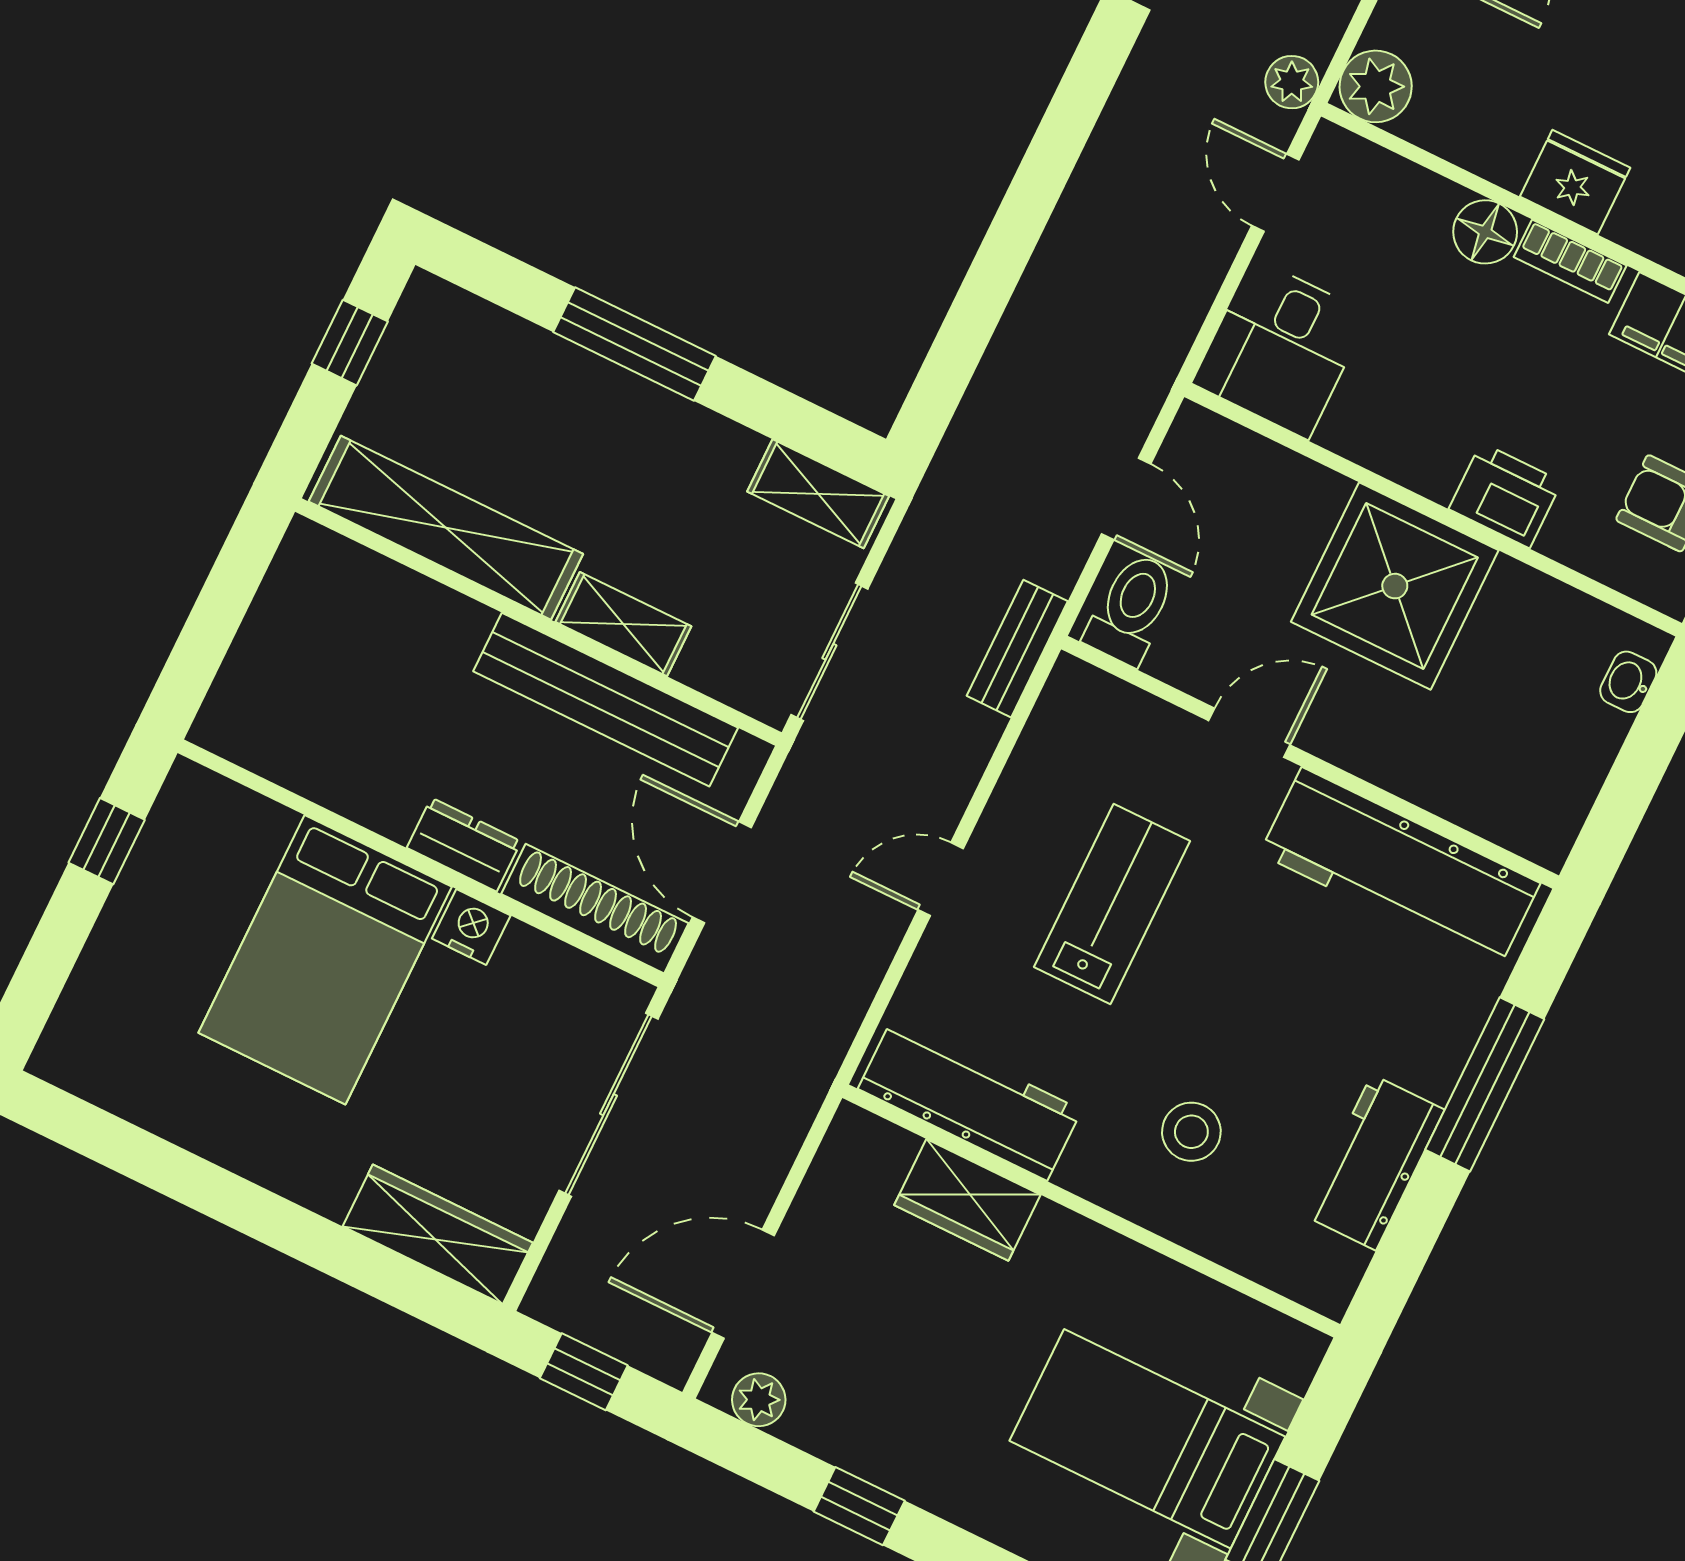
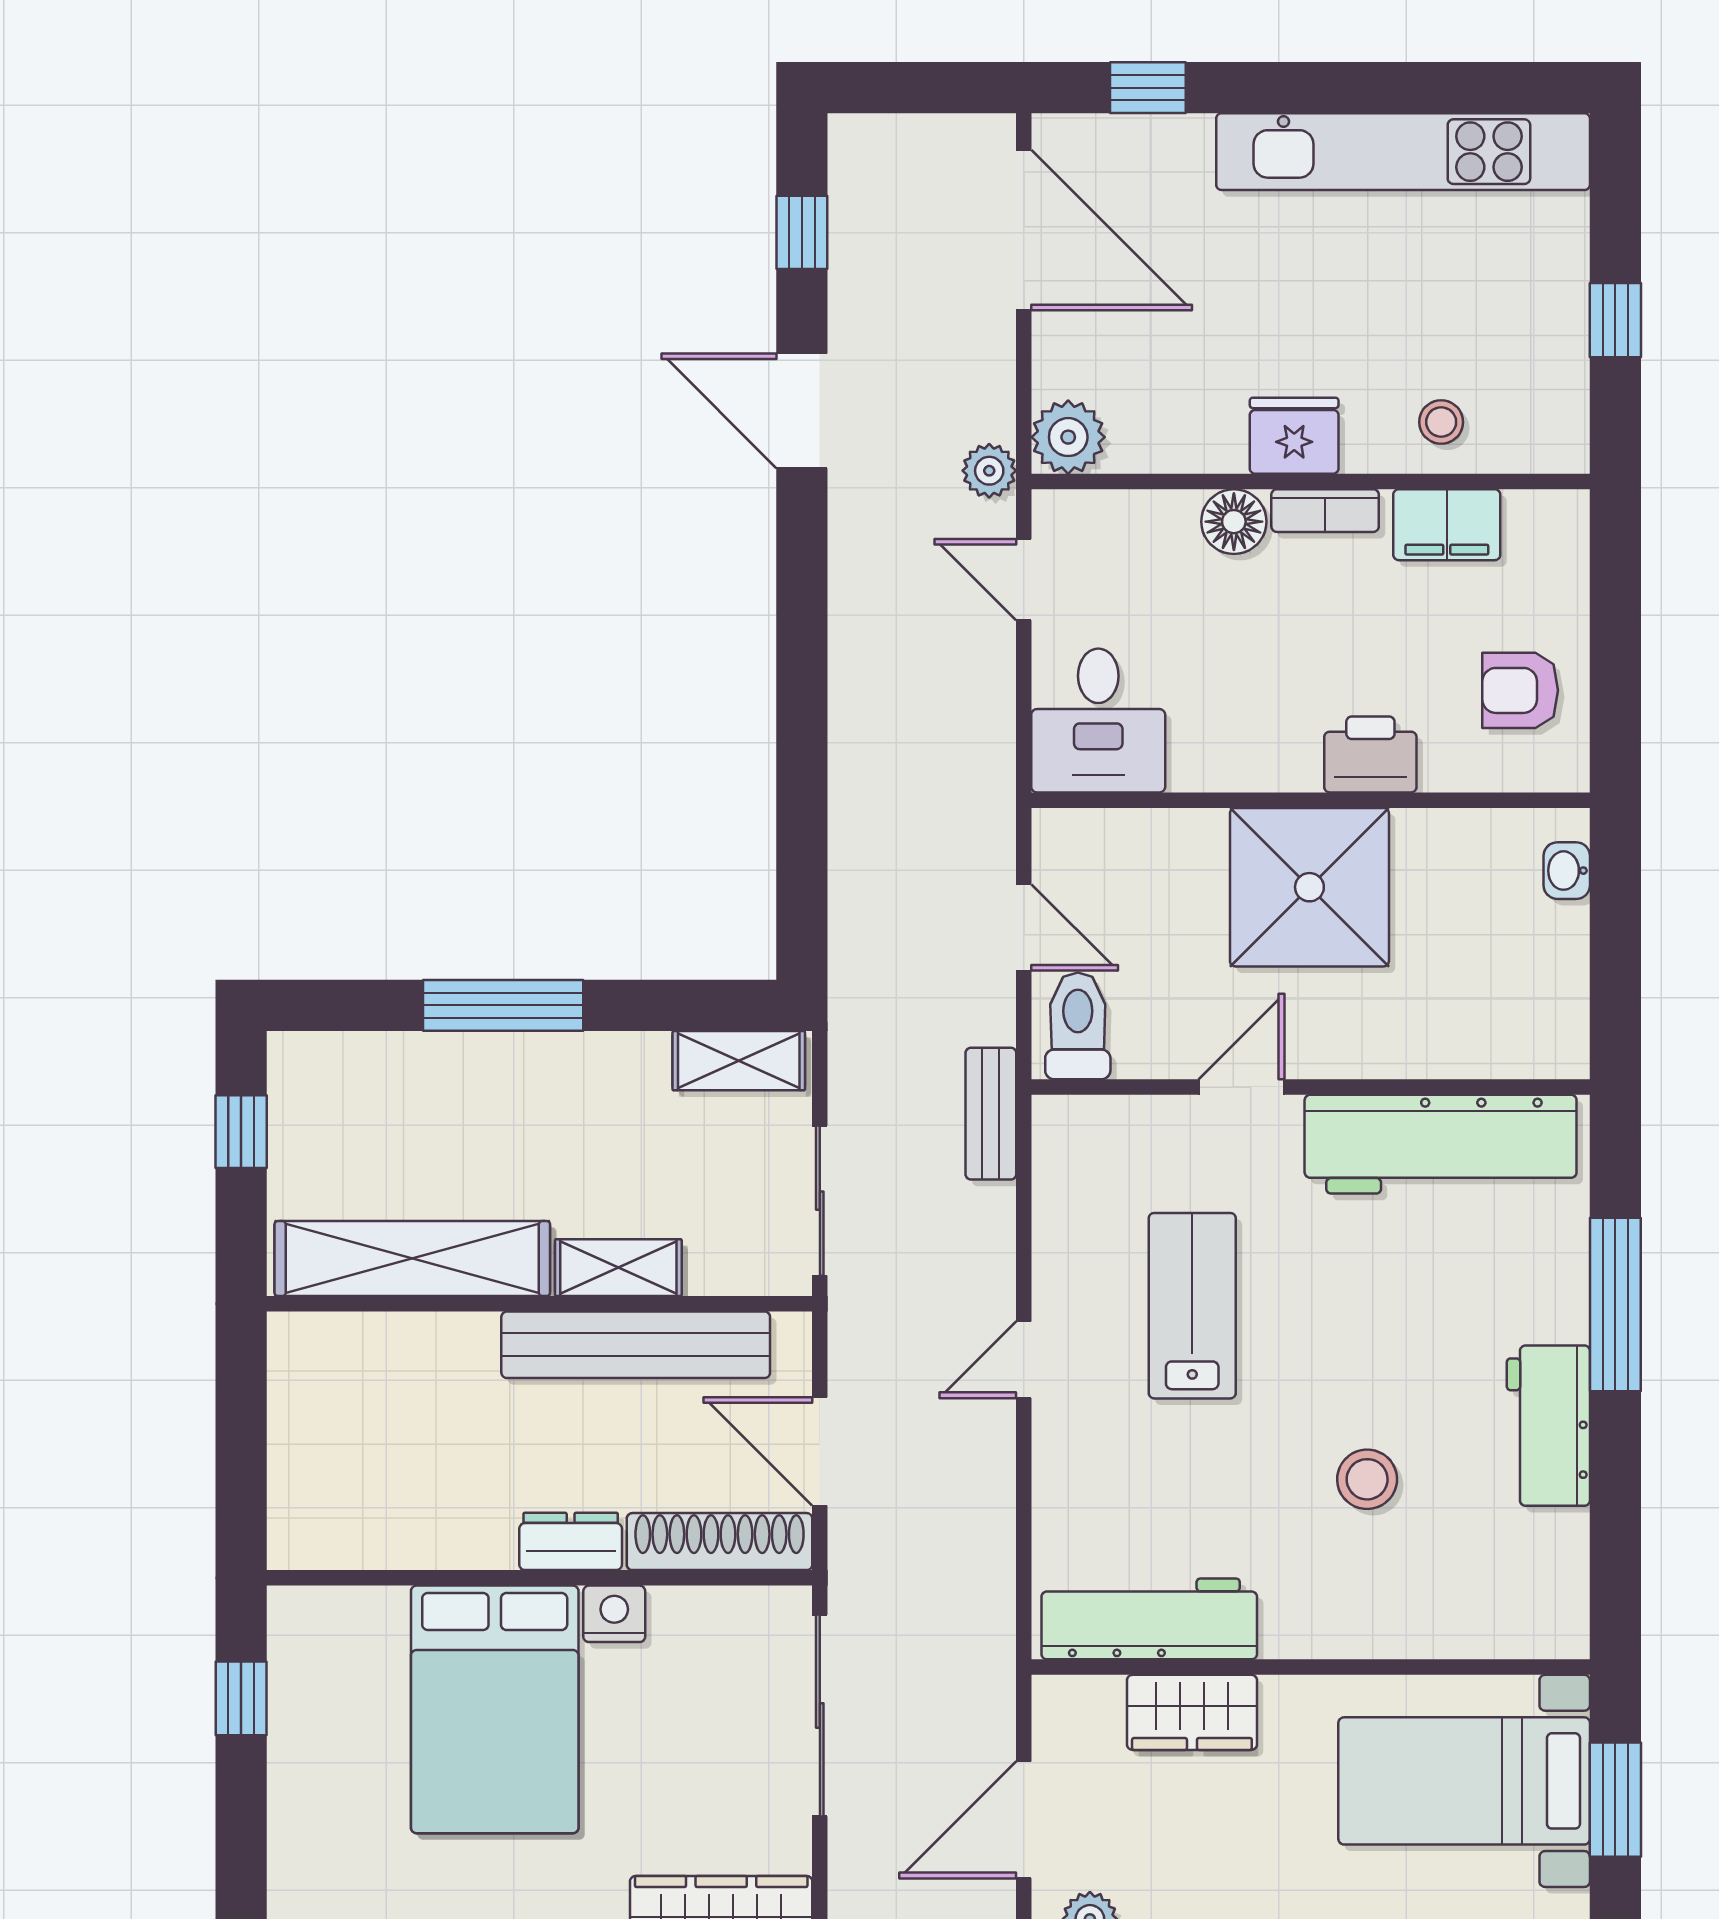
workbench: (970, 1099) -> (1149, 1619), moved
wardrobe: (967, 1200) -> (1192, 1712), moved
wall: (1091, 1211) -> (1311, 1667), moved

